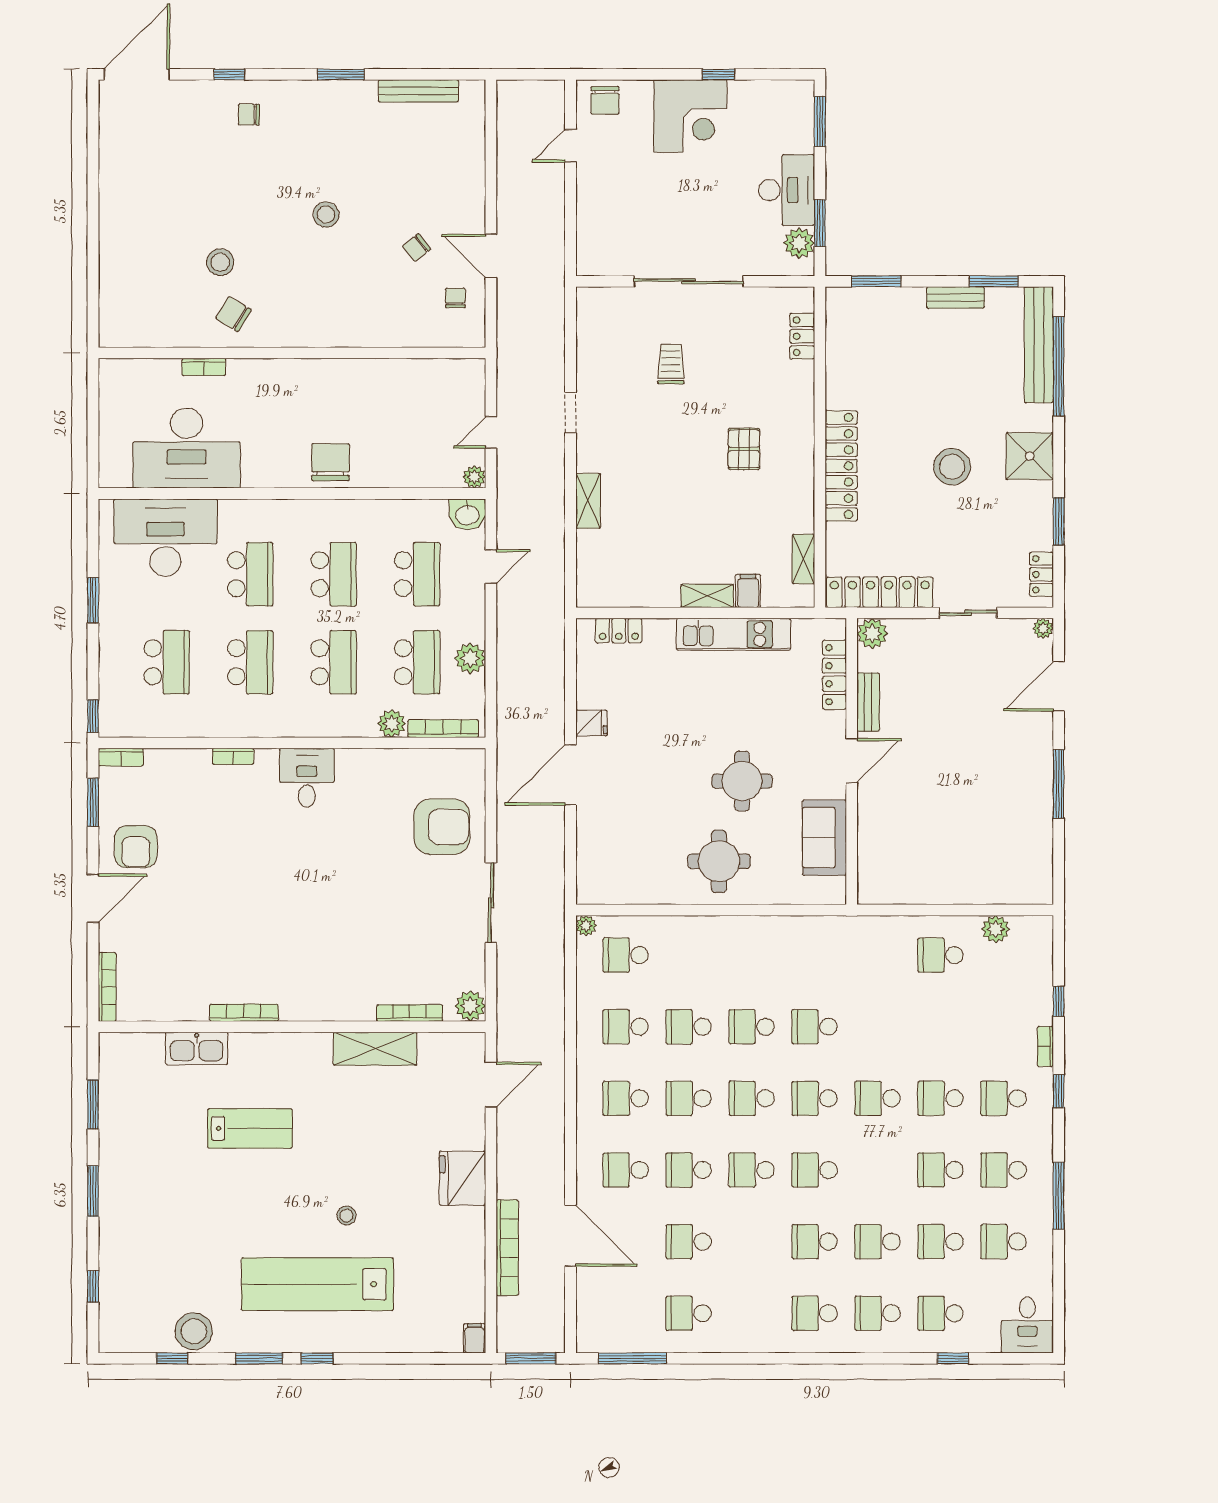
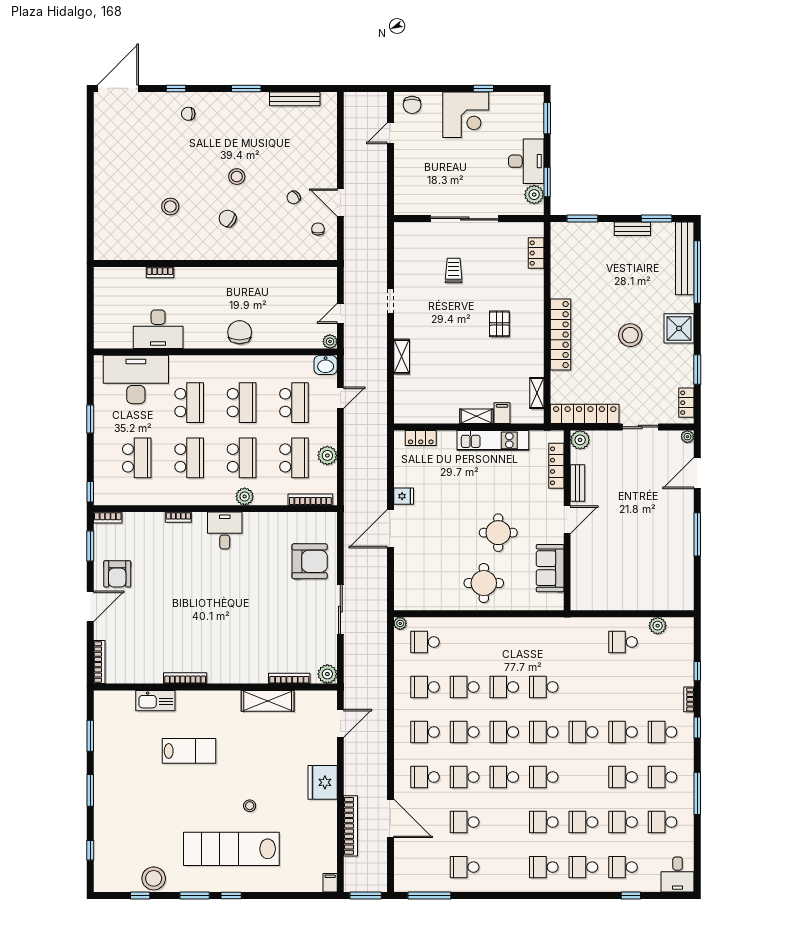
chair: (233, 314) -> (228, 218), moved
desk: (187, 448) -> (158, 329), width x0.73, depth x0.77
plant: (392, 724) -> (245, 496), moved

